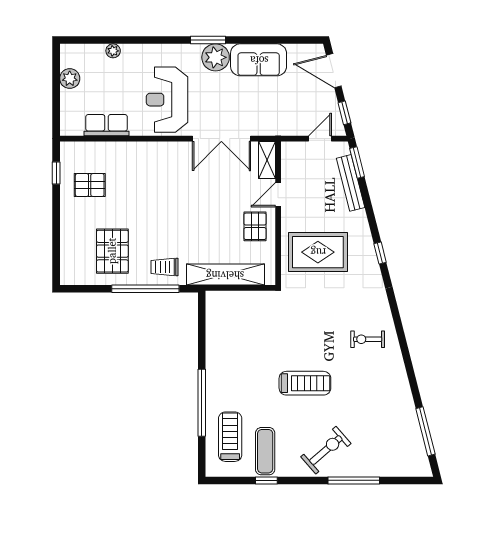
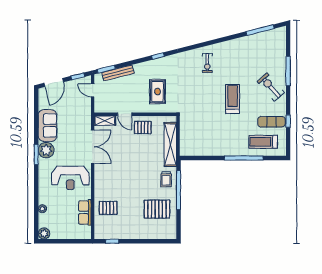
plant: (70, 79) -> (44, 233), moved
pallet: (90, 185) -> (108, 208), moved, turned 90
rug: (318, 252) -> (158, 92), width x0.73, depth x0.70

